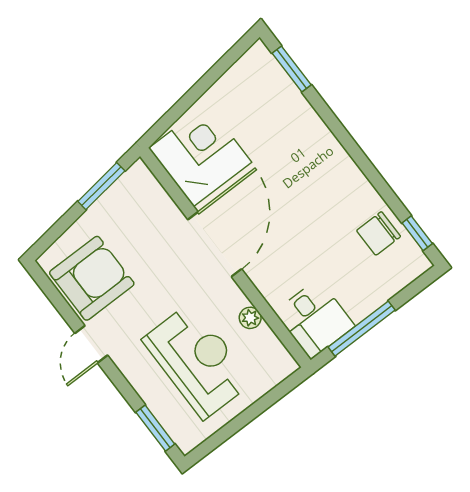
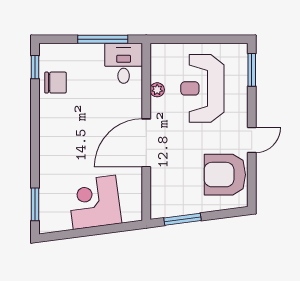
corner desk: (200, 155) -> (94, 202), moved, turned 83

